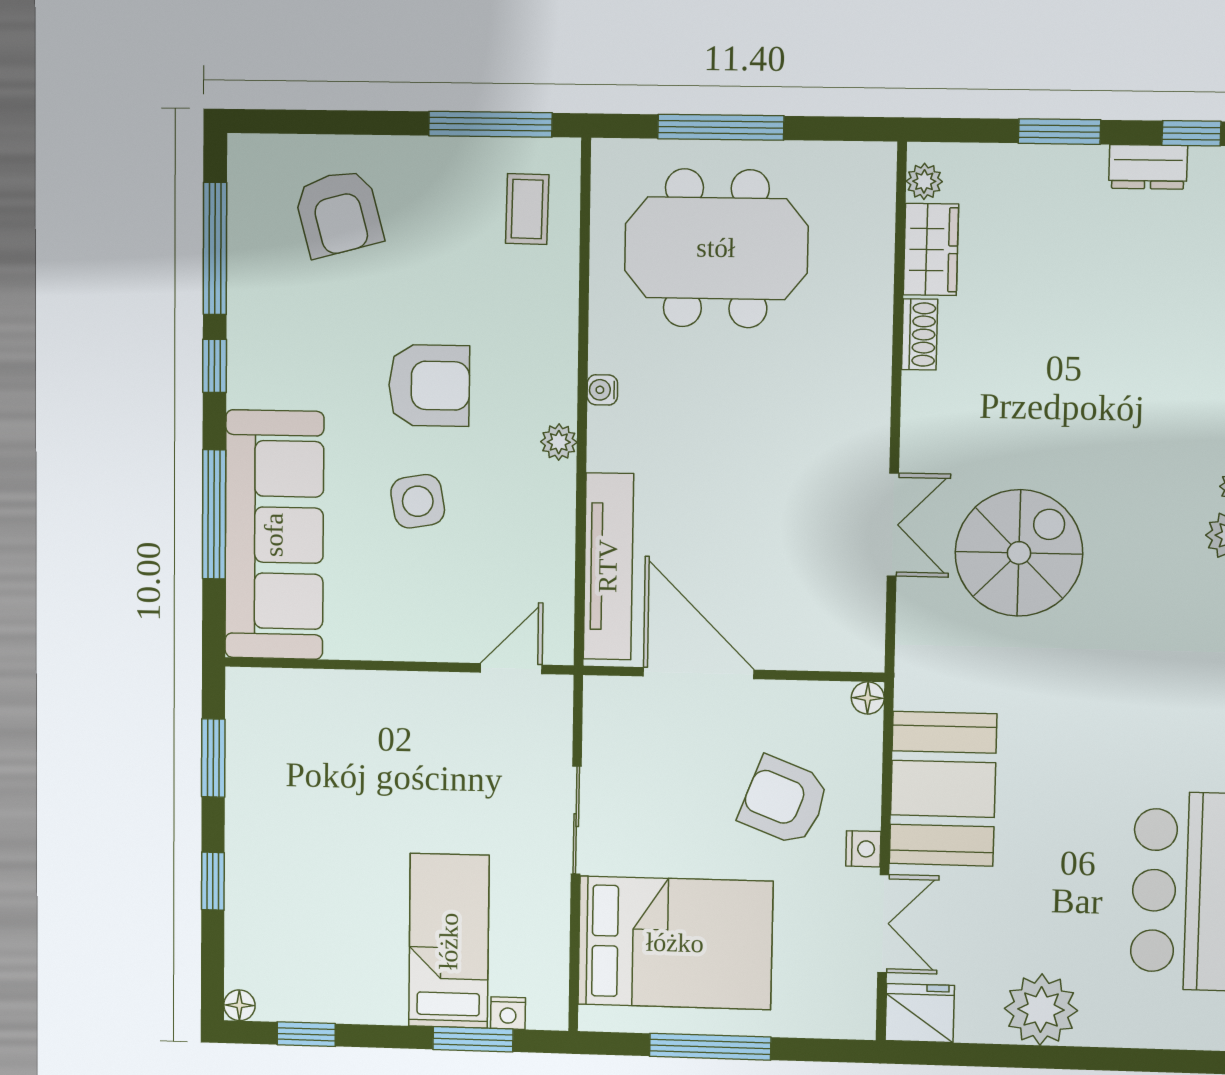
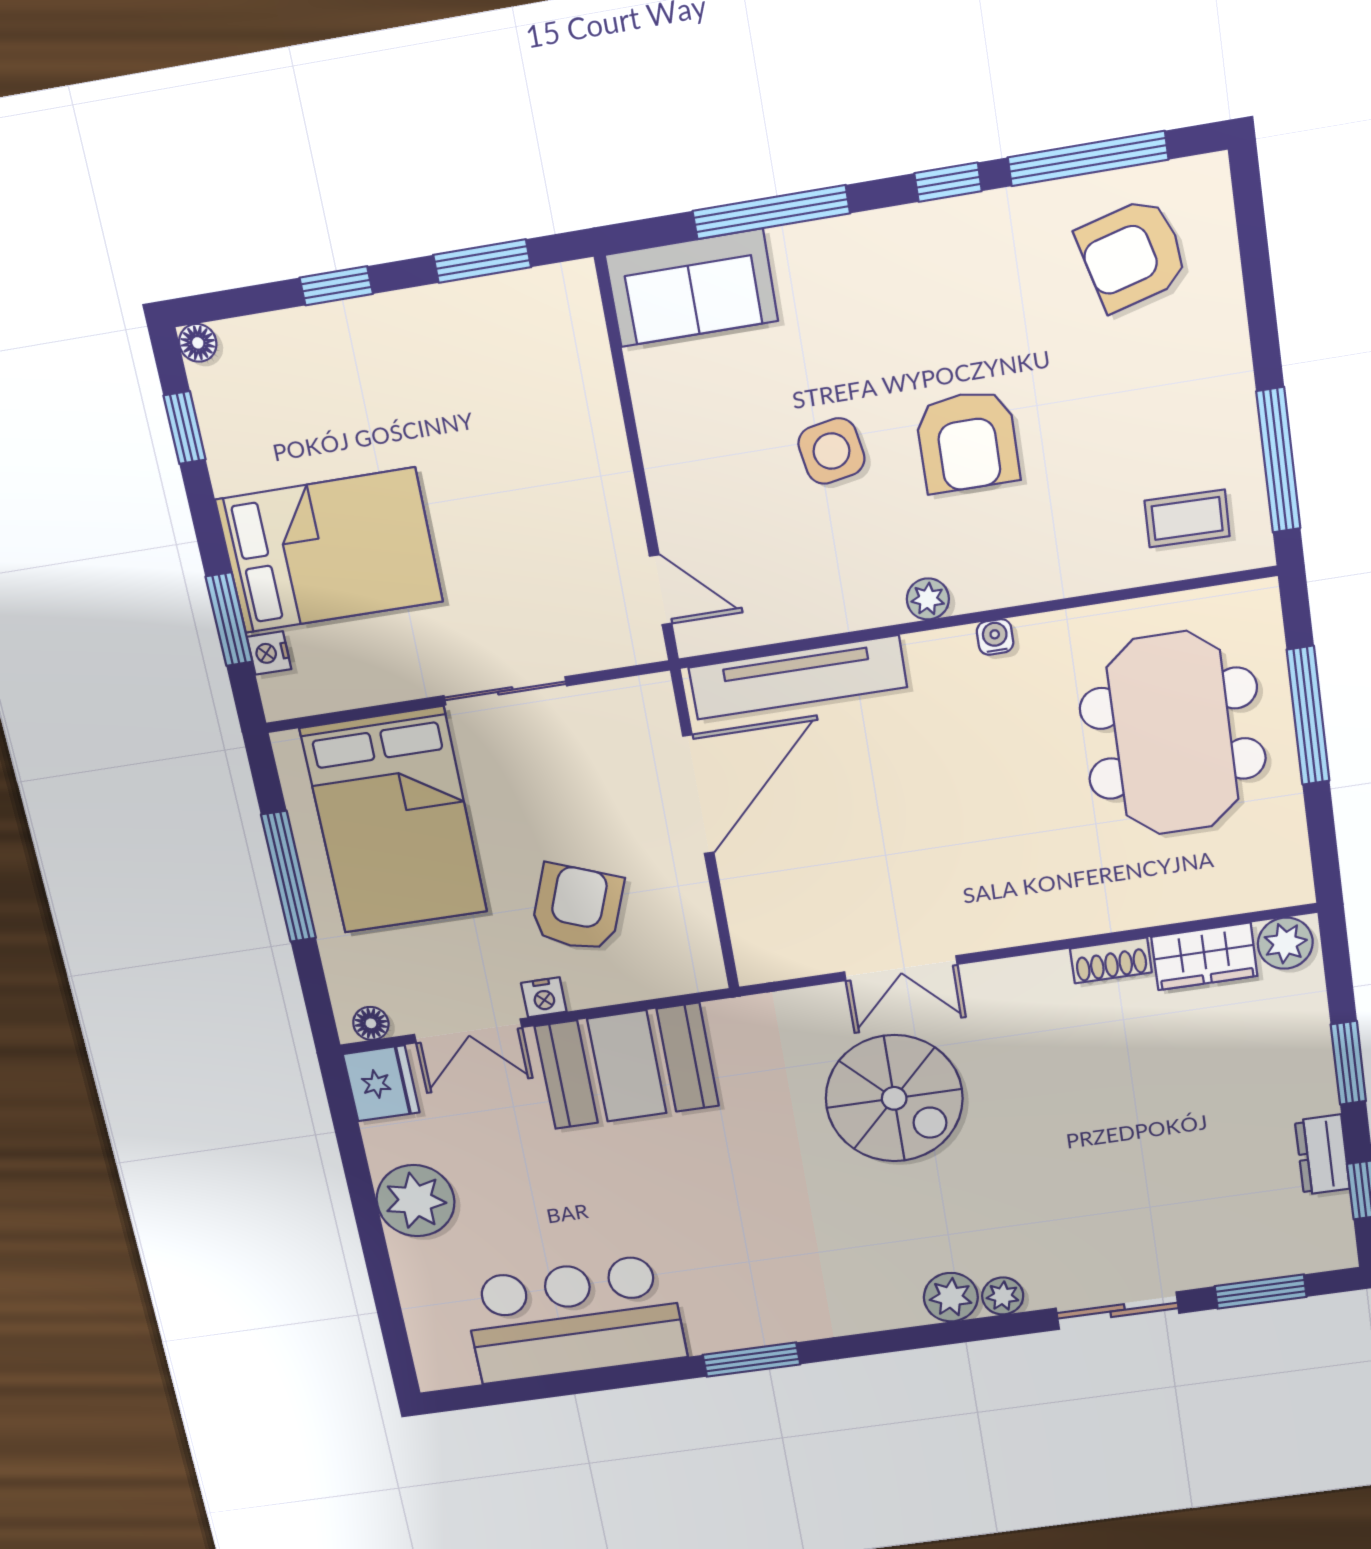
plant: (924, 181) -> (1285, 943), width x1.38, depth x1.38
armchair: (339, 213) -> (1133, 254), moved
sofa: (274, 535) -> (692, 288), width x0.54, depth x0.79
floor lamp: (868, 698) -> (371, 1023), moved
bed: (449, 941) -> (329, 551), width x1.50

